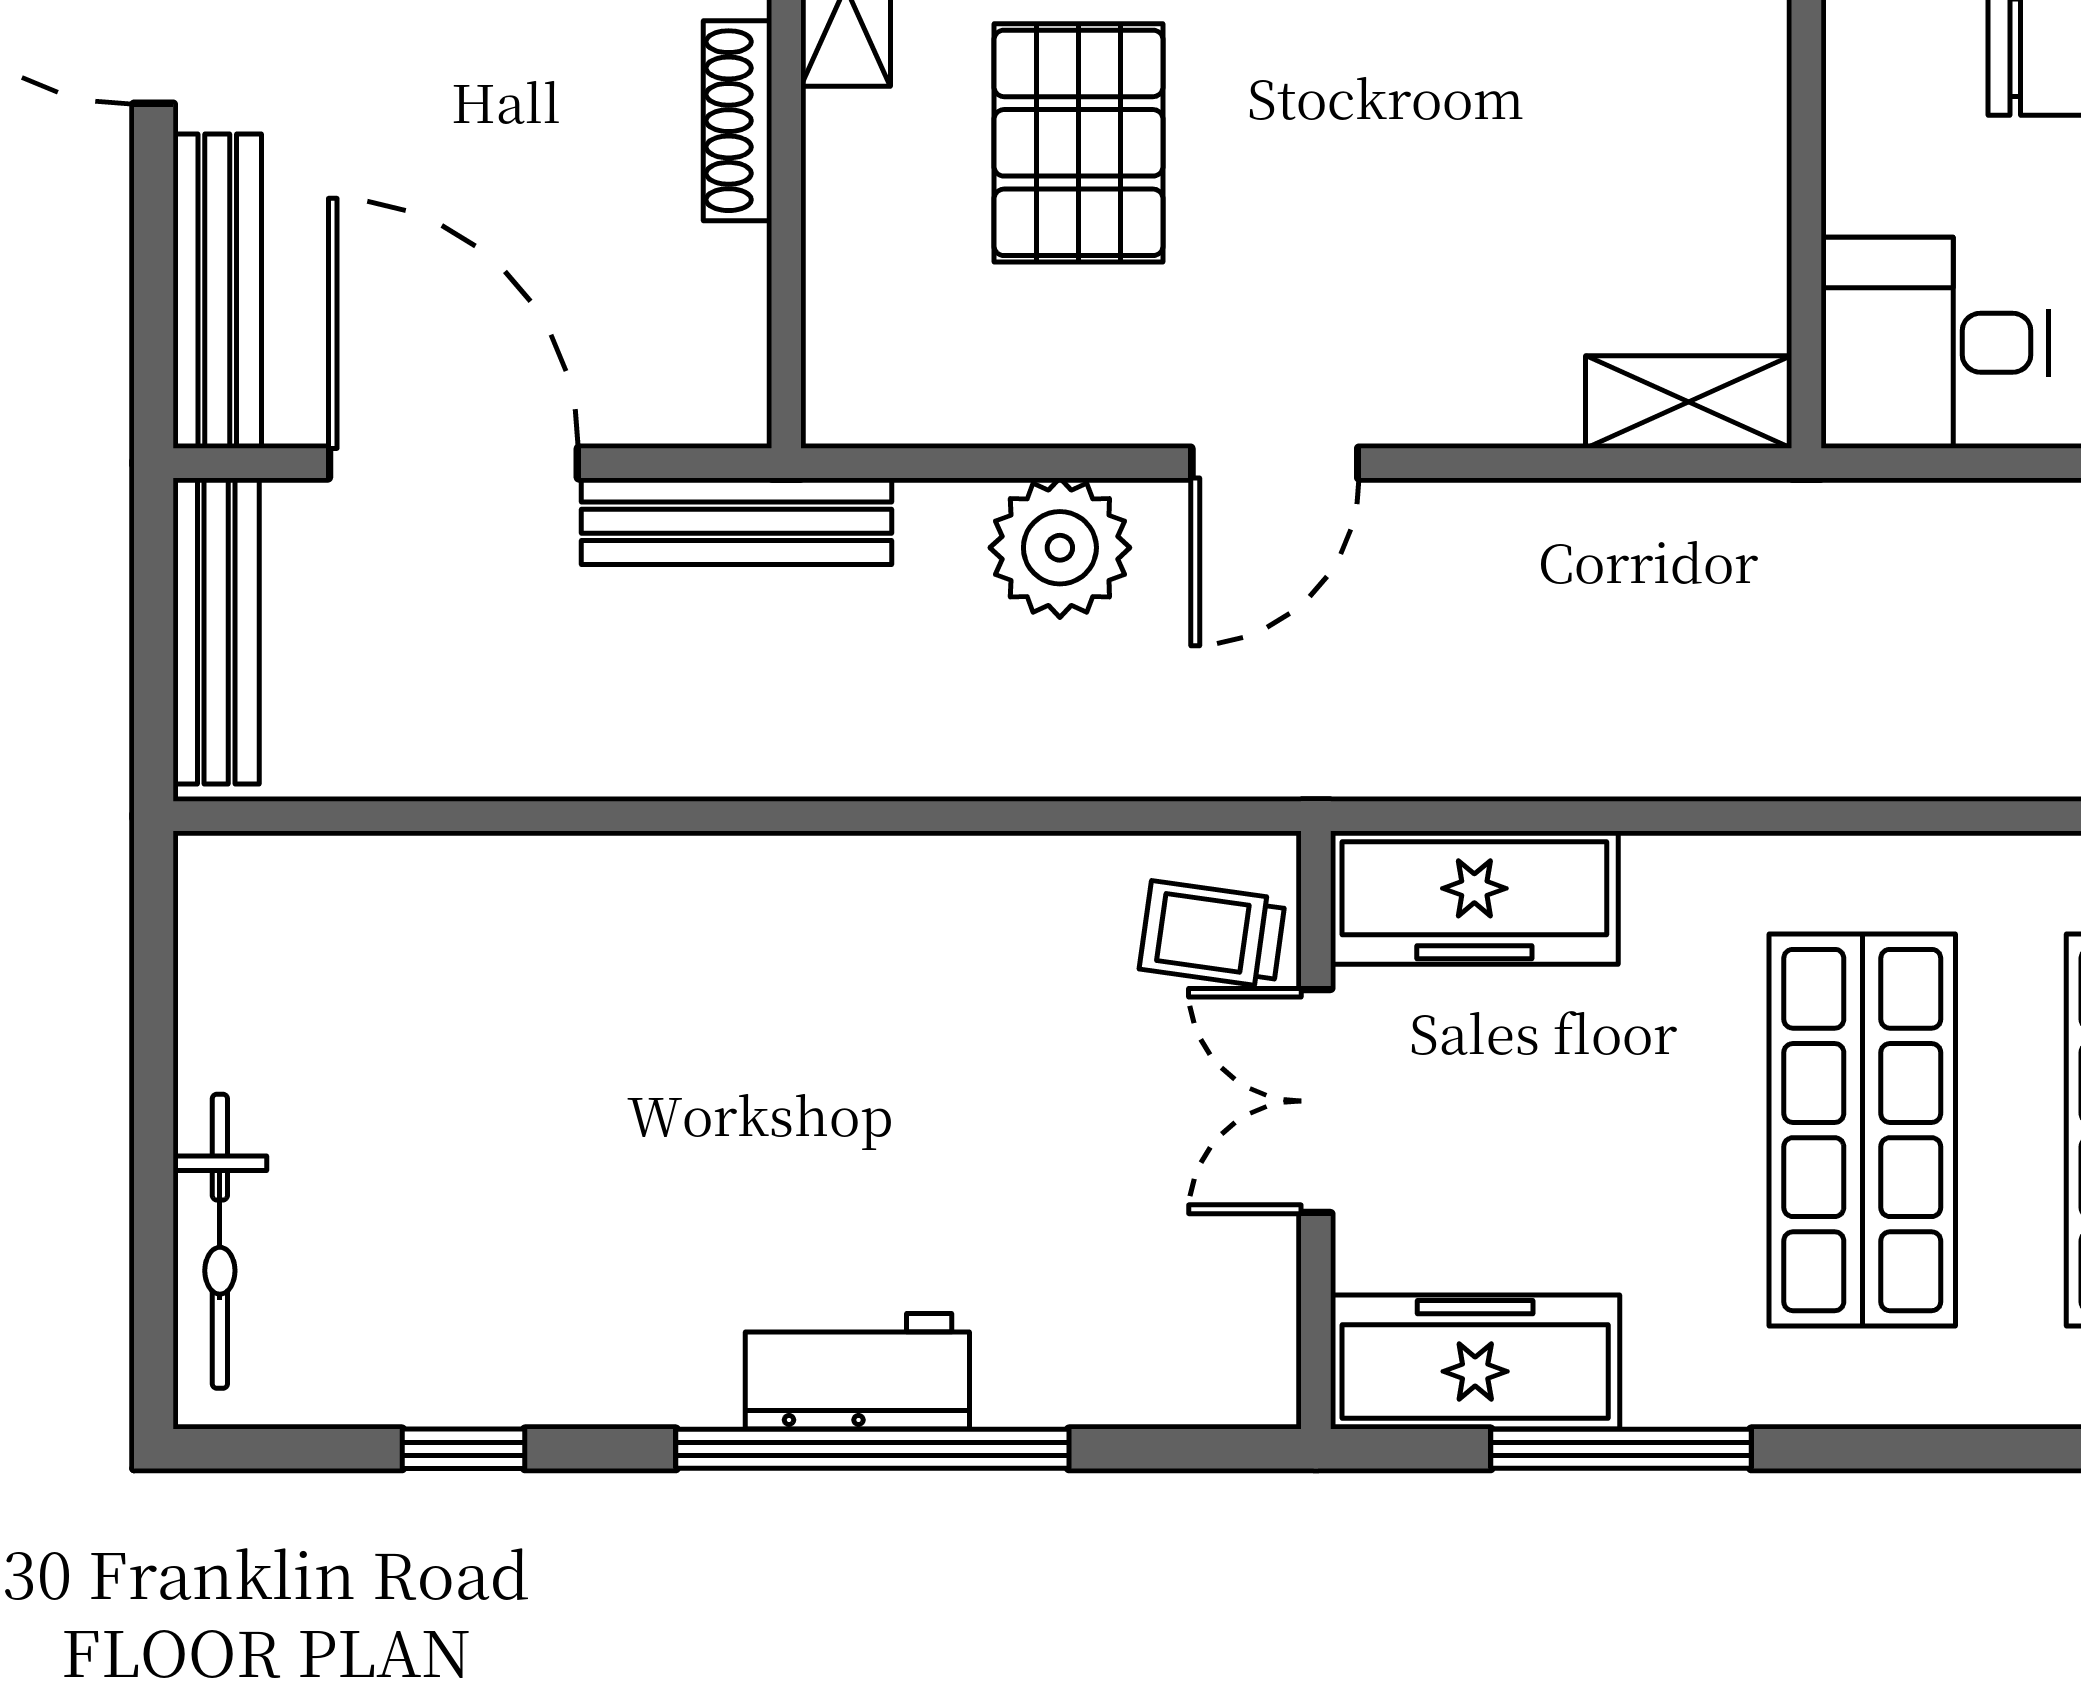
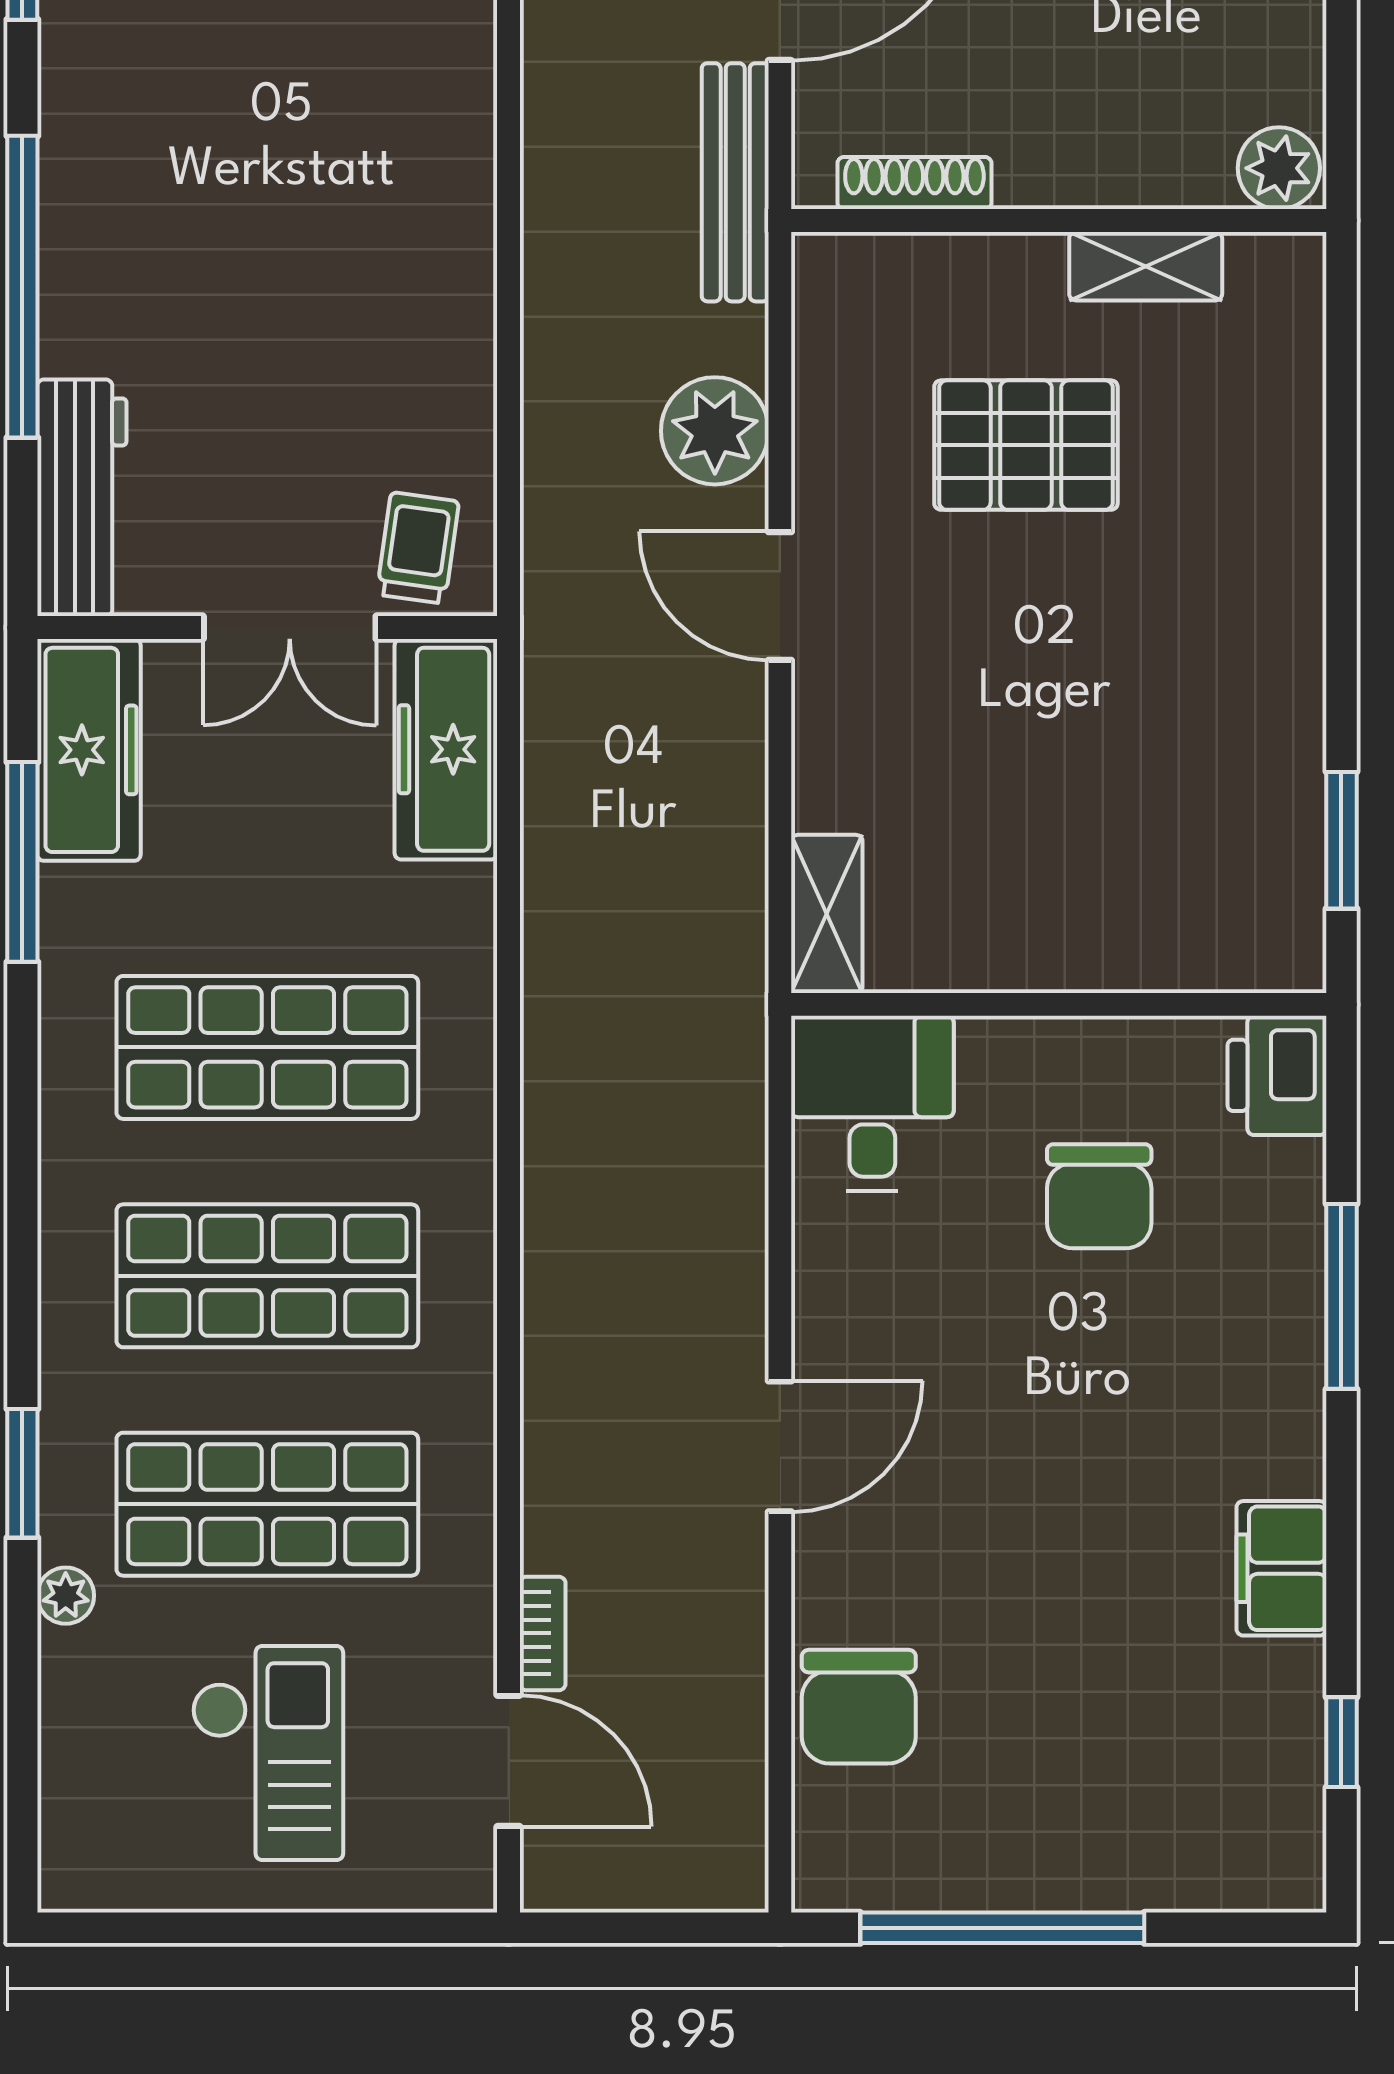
shoe rack: (738, 121) -> (914, 183), moved
double door: (1316, 1101) -> (290, 628), swing flipped
workbench: (857, 1371) -> (82, 498), moved, width x1.38

